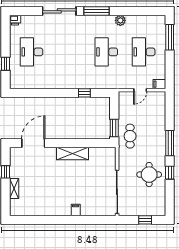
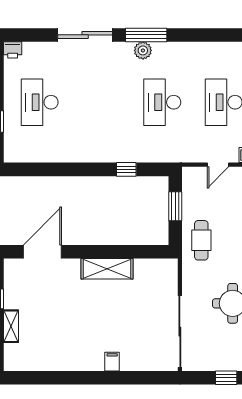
plant: (120, 20) -> (143, 50), moved
window: (114, 128) -> (175, 206), moved

